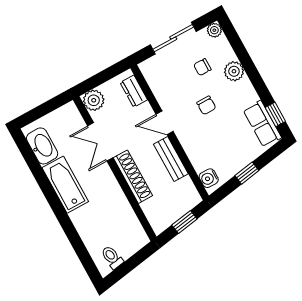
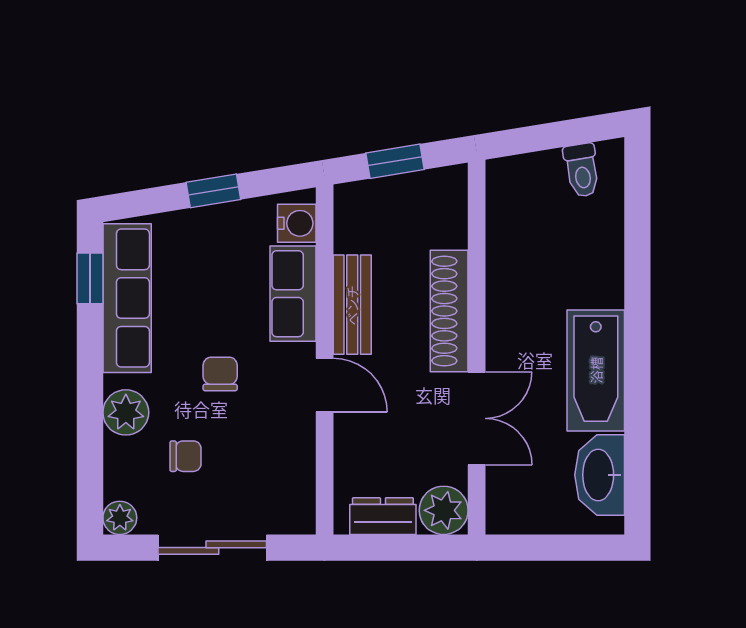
dresser: (134, 91) -> (383, 516), moved, turned -90
row of seats: (262, 124) -> (127, 298), width x1.48
row of seats: (195, 151) -> (293, 294), added

